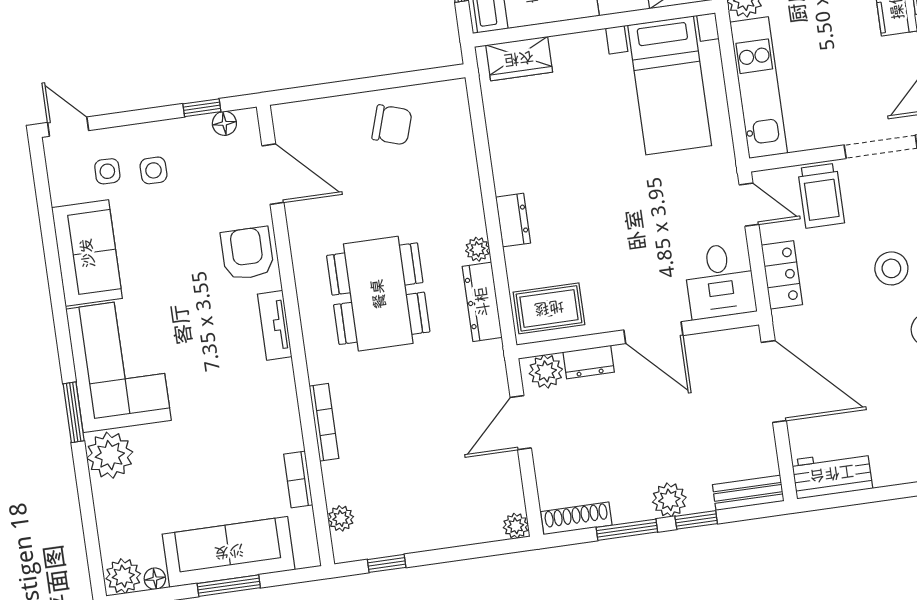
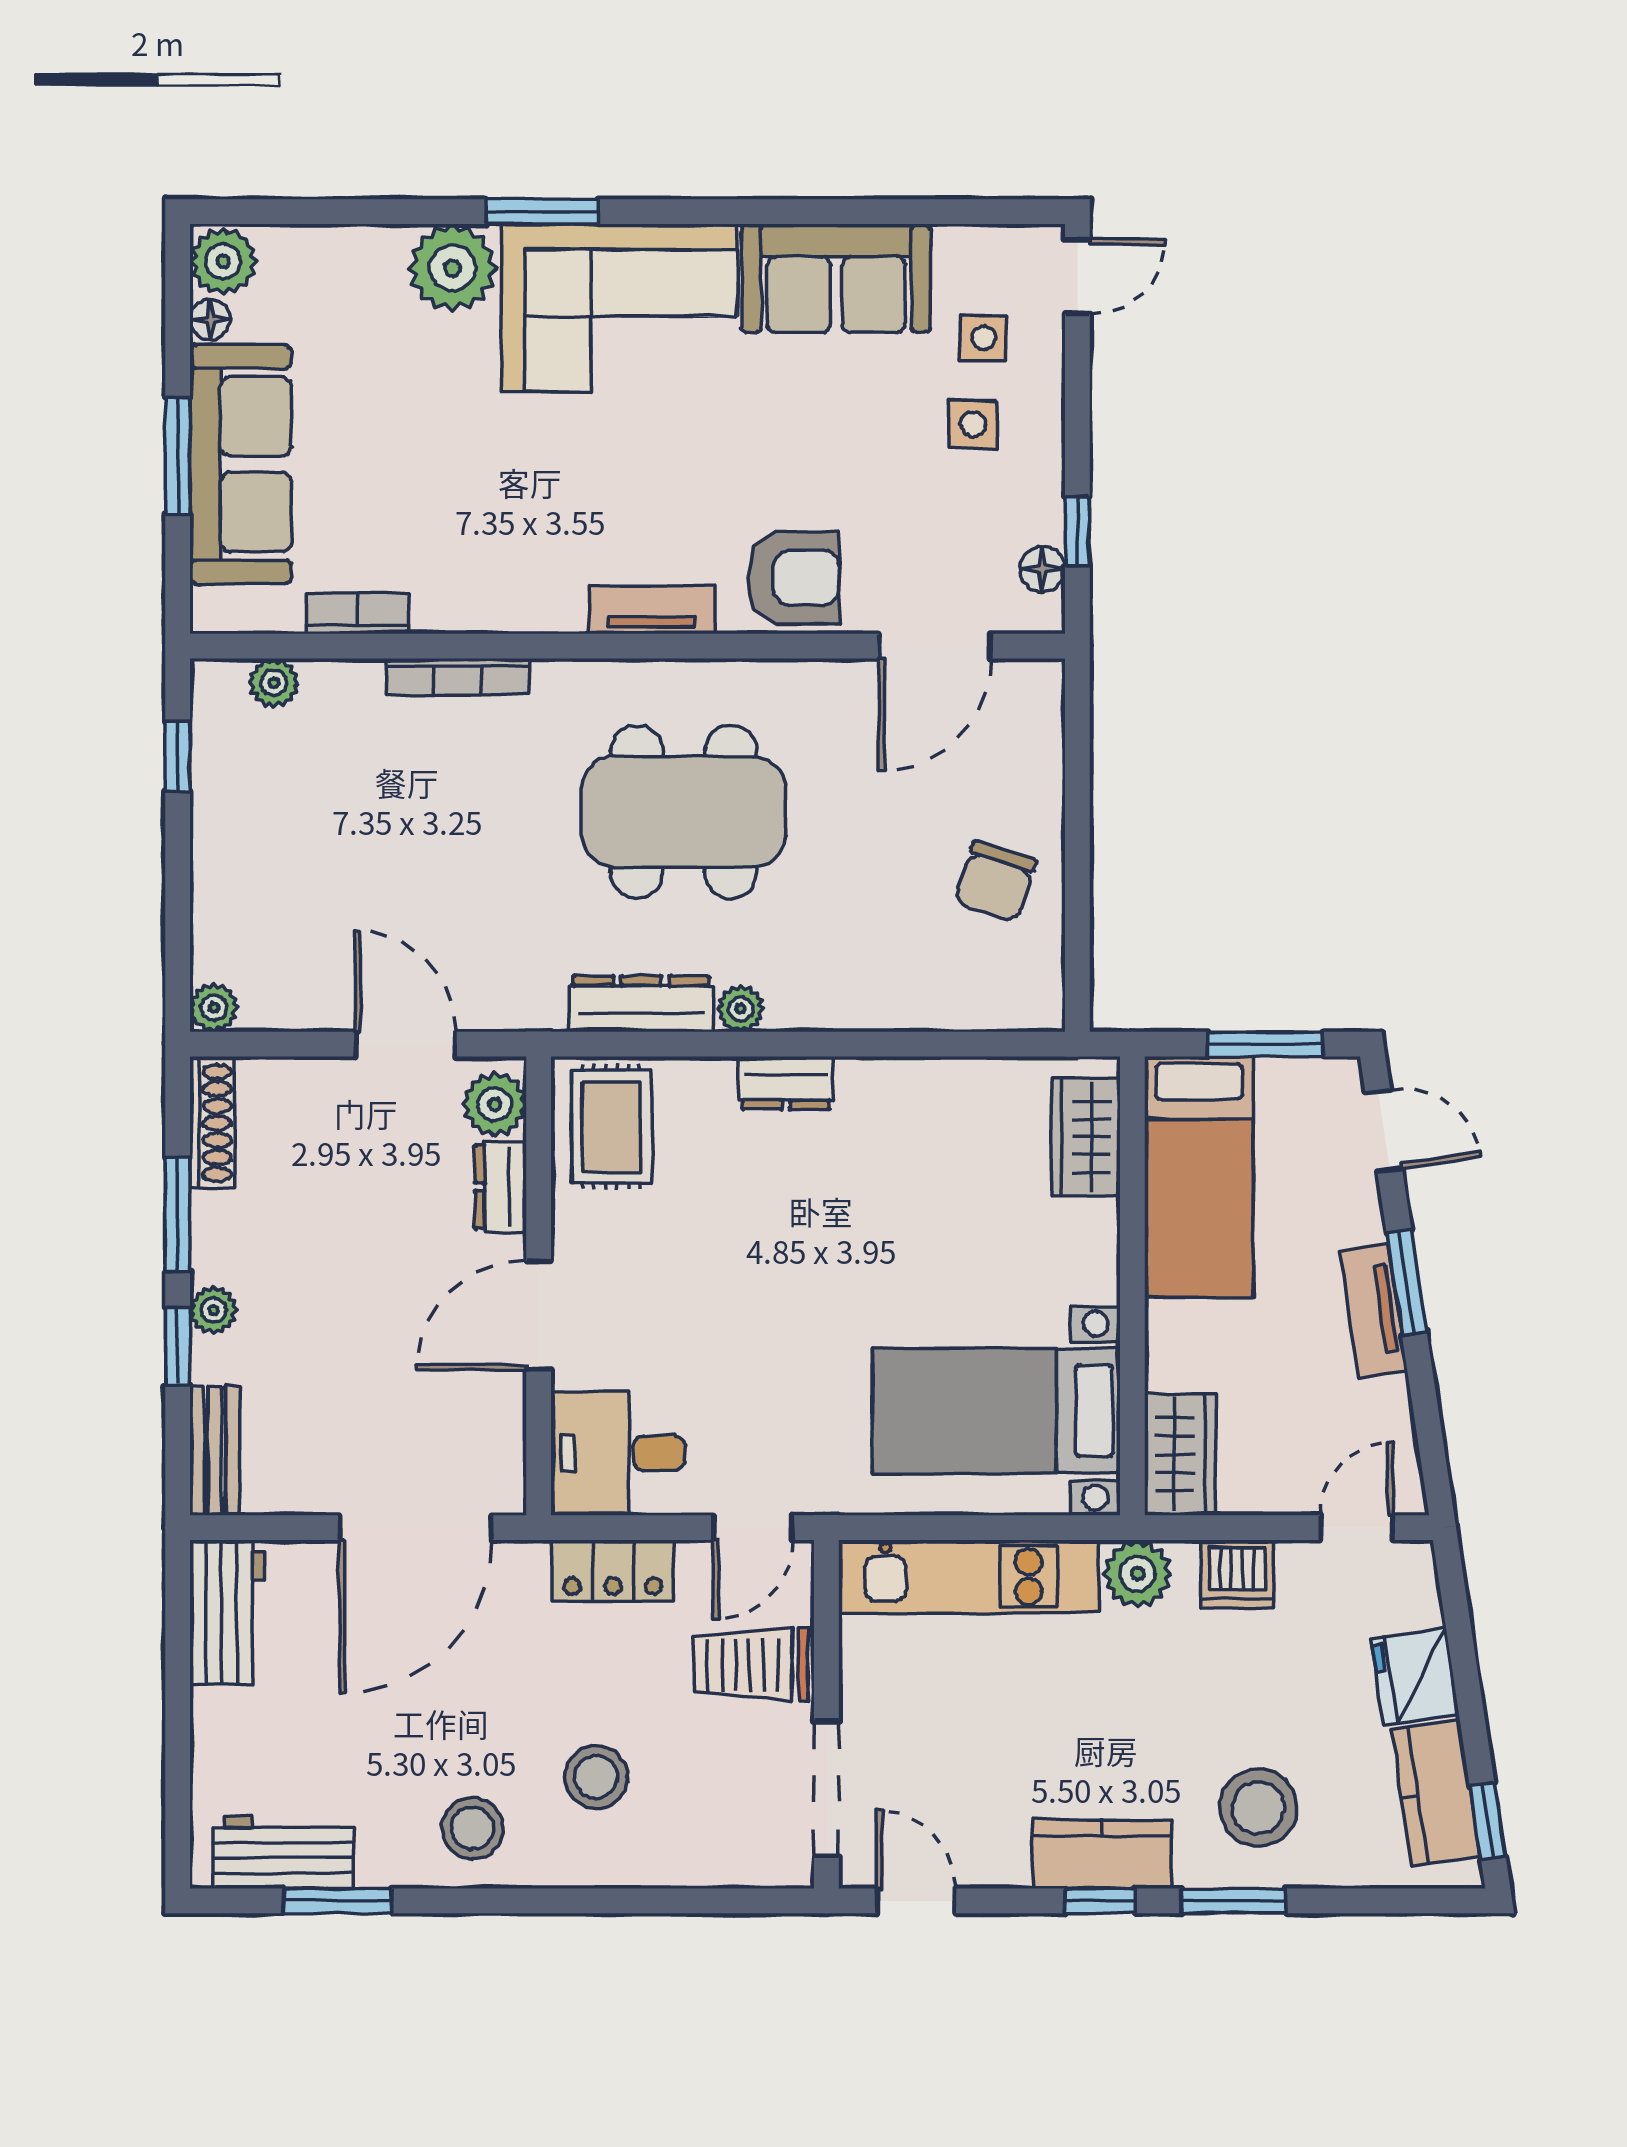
plant: (669, 500) -> (213, 1310), width x0.73, depth x0.73

